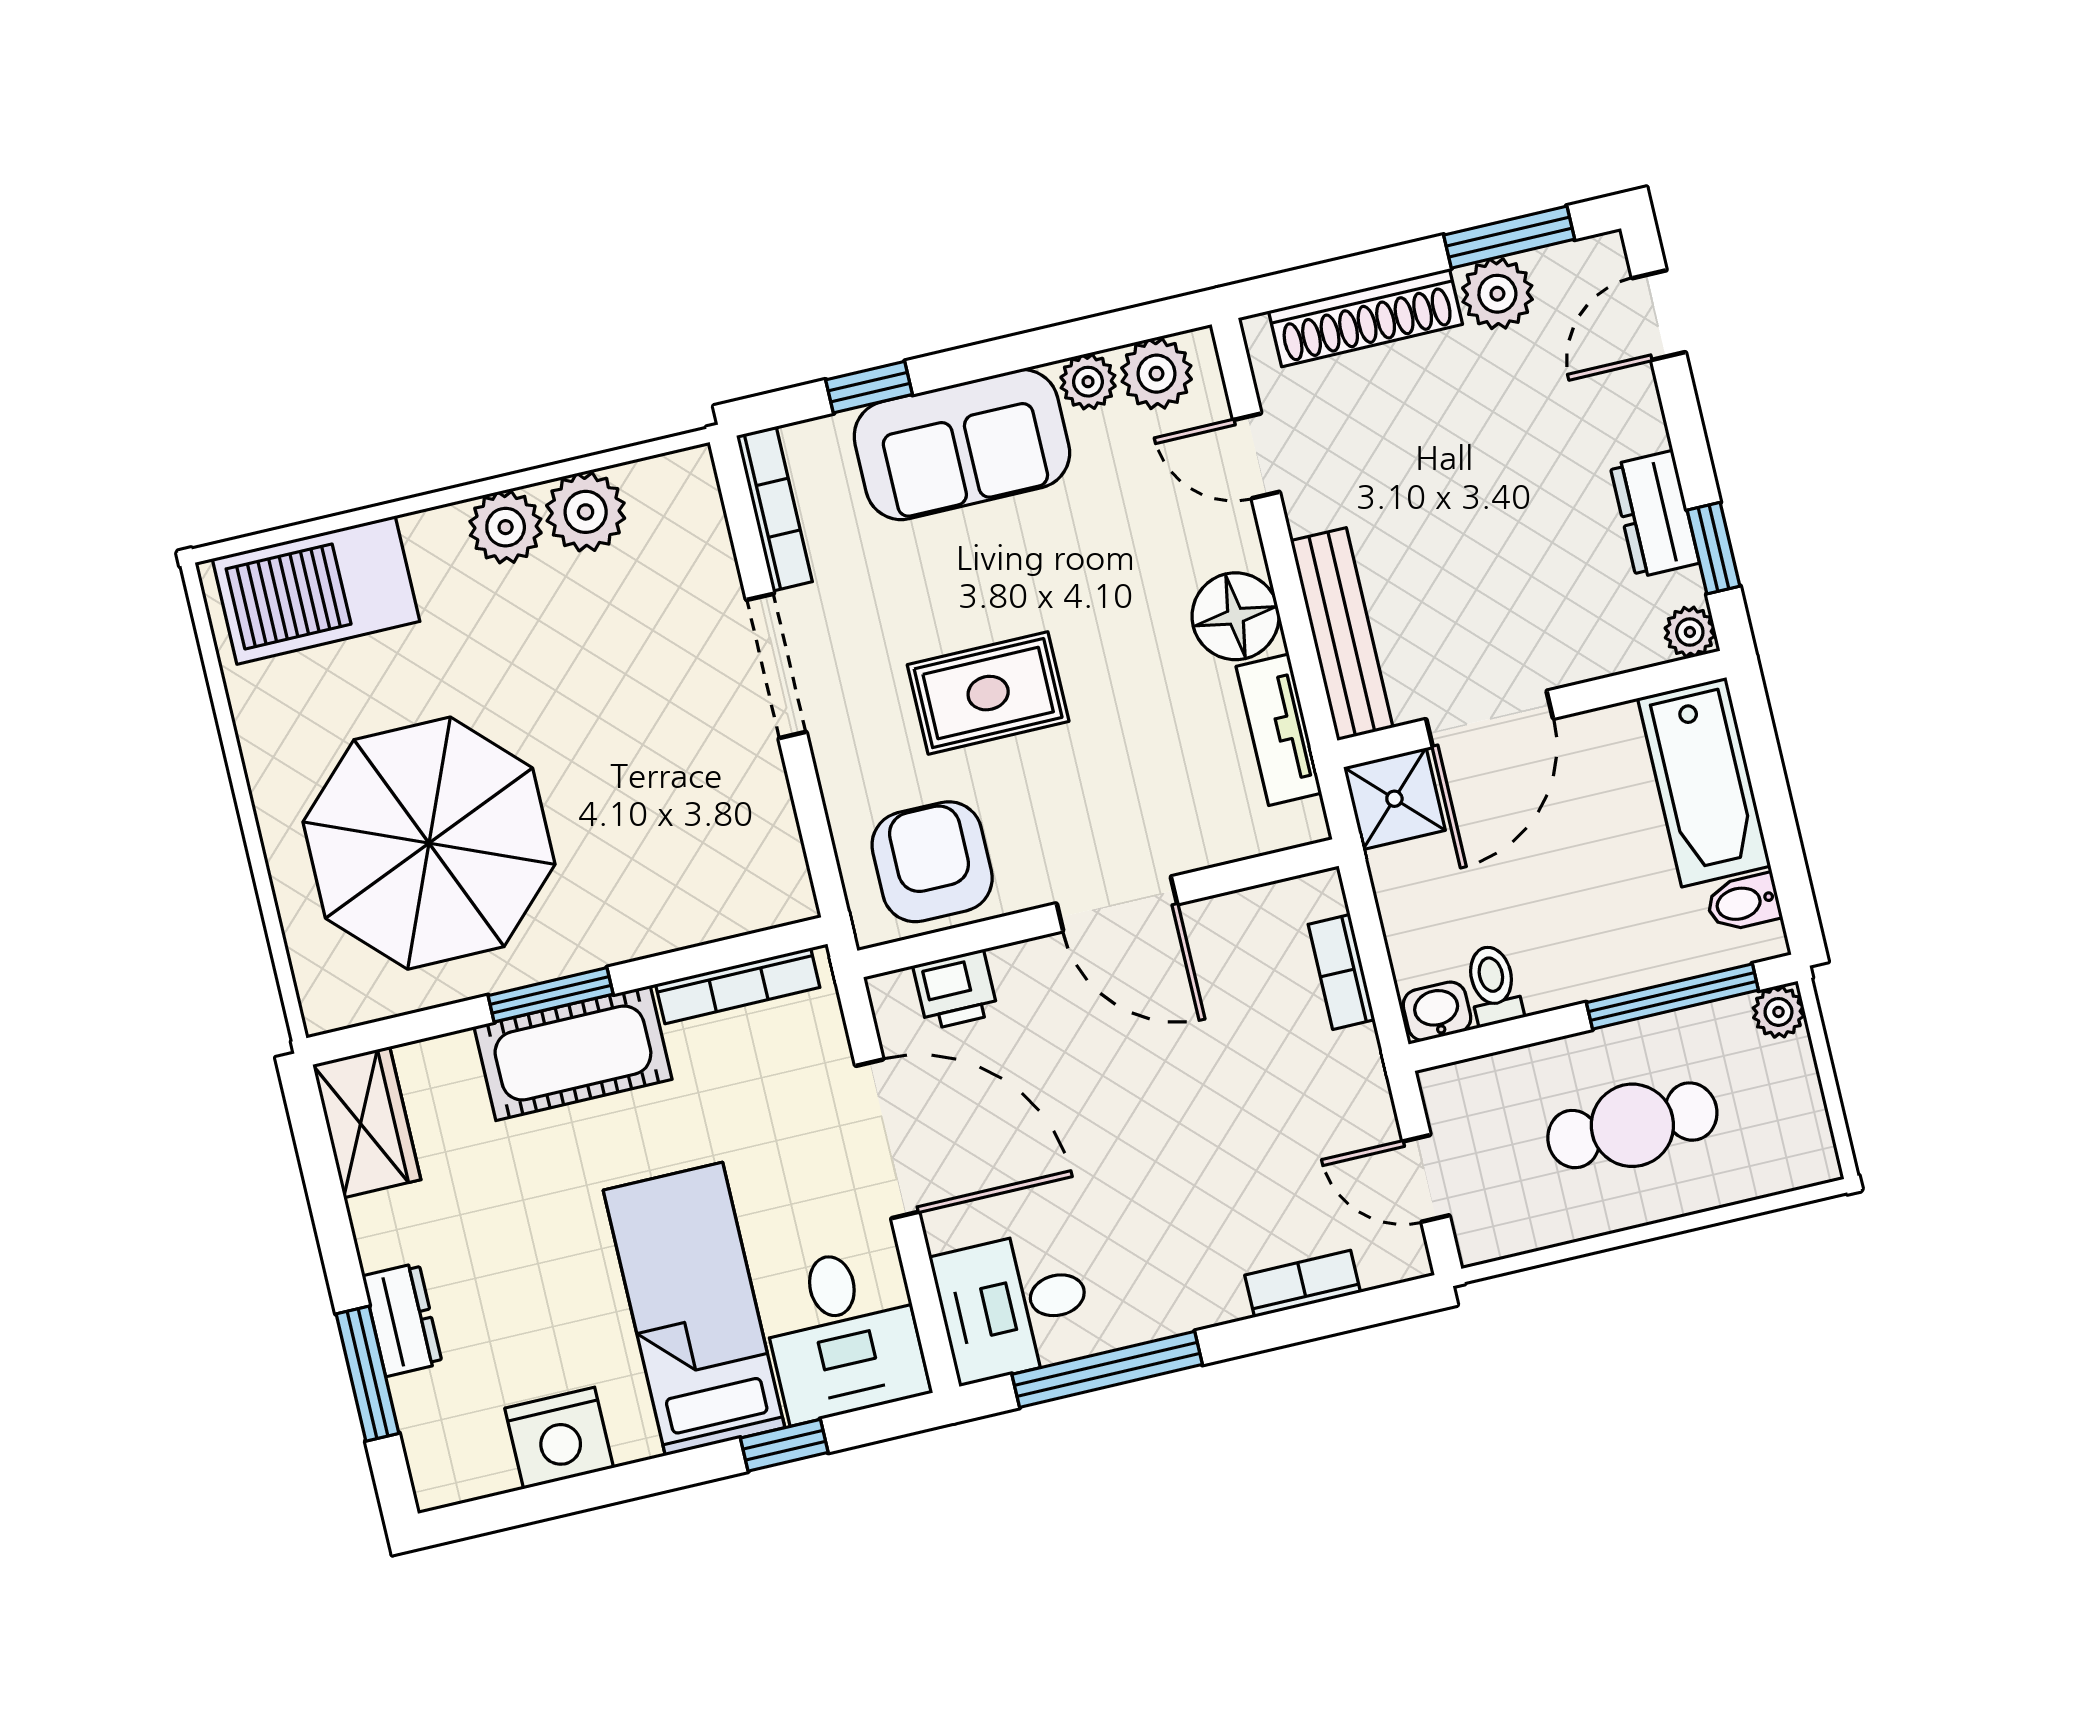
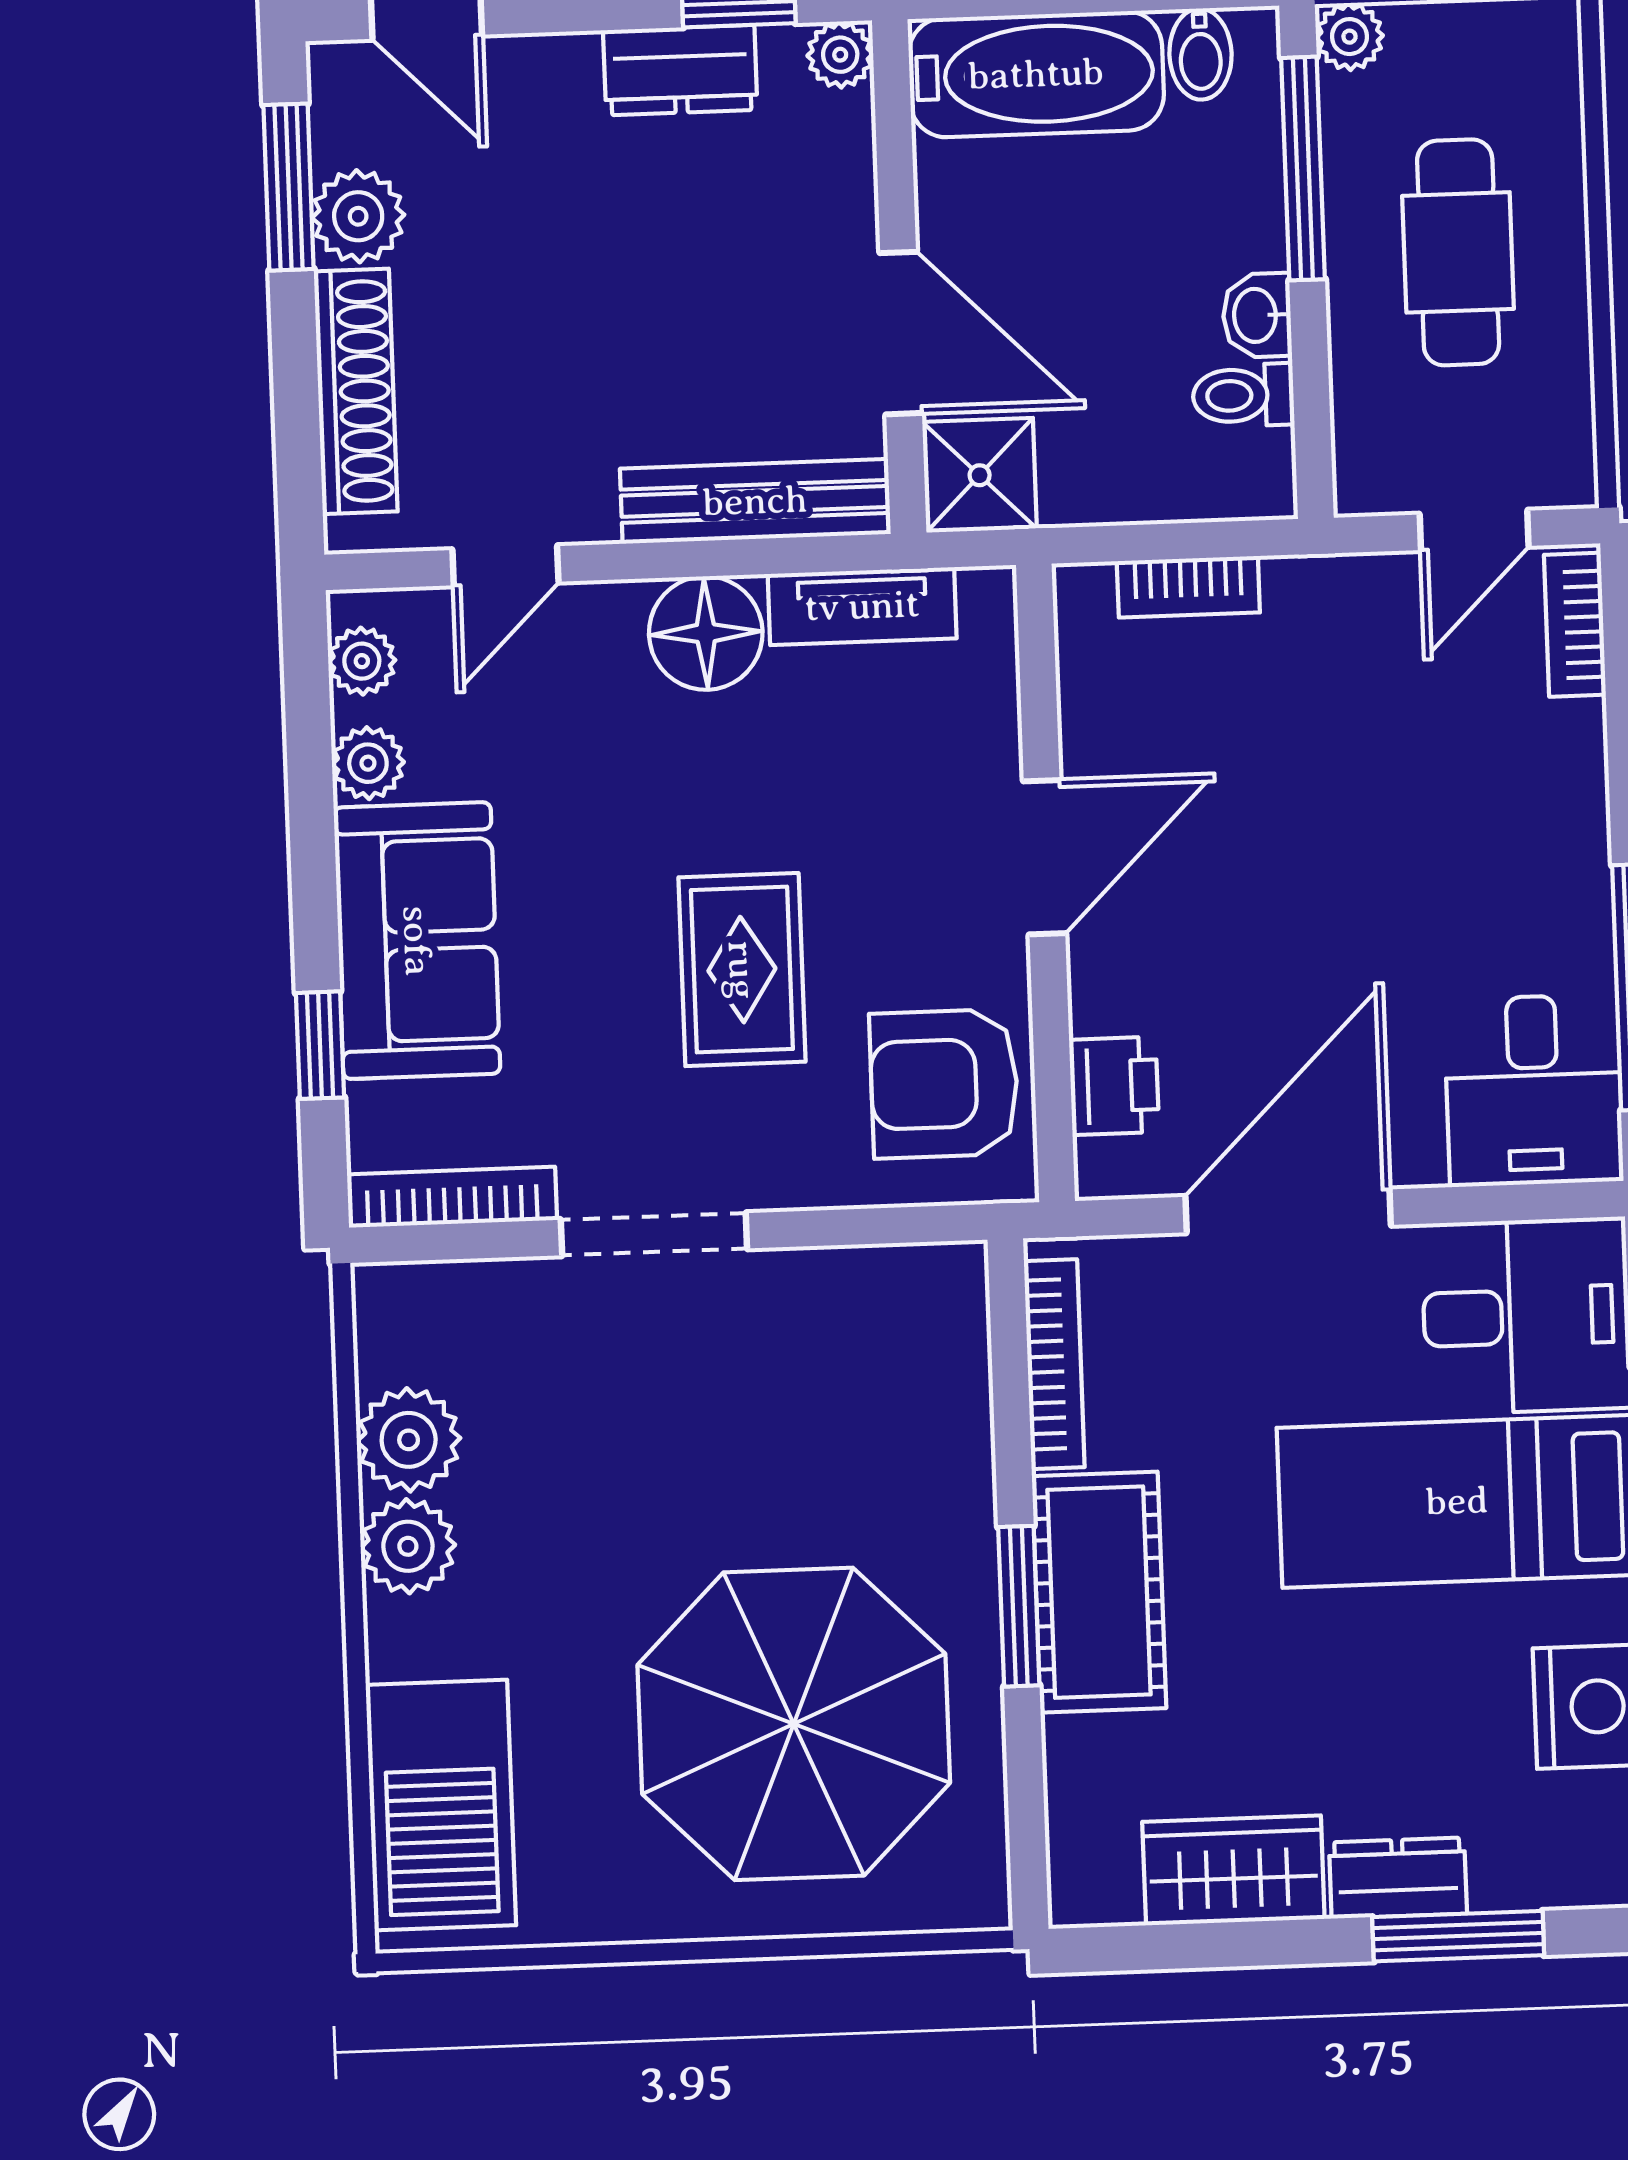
plant: (1157, 374) -> (362, 661), width x0.73, depth x0.73
washbasin: (1437, 1011) -> (1257, 315), moved
wardrobe: (367, 1122) -> (1233, 1870), moved
bookcase: (1303, 1284) -> (1575, 625), moved

